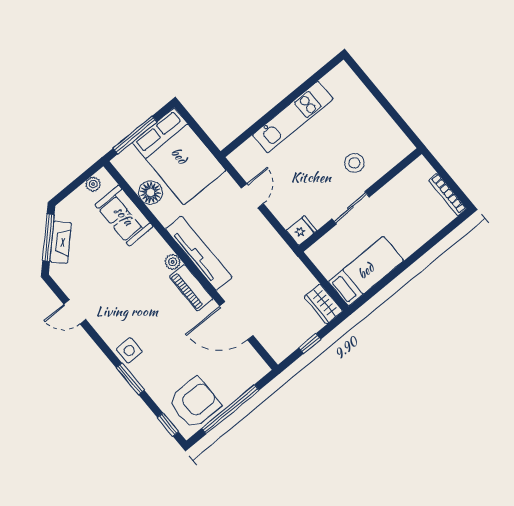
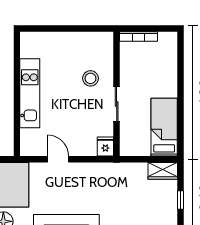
bookcase: (448, 195) -> (139, 36), moved

